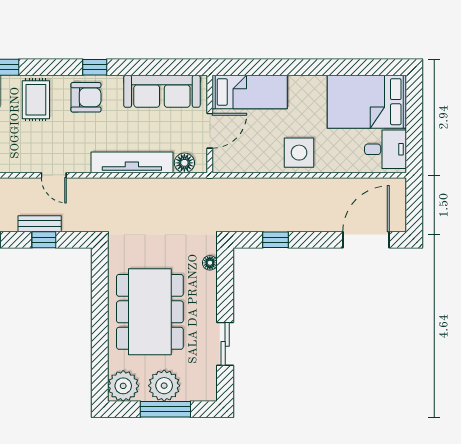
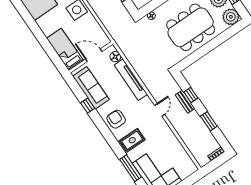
window: (95, 67) -> (88, 106), moved

